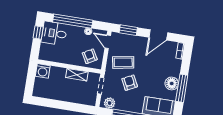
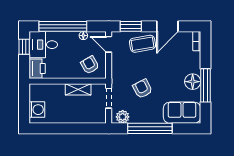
printer: (46, 52) -> (37, 69), added
coffee table: (123, 62) -> (142, 44), moved
washing machine: (43, 71) -> (37, 110), moved, turned -90

